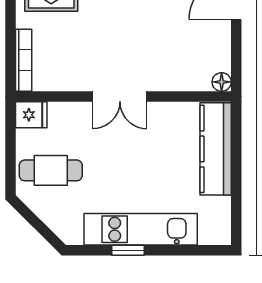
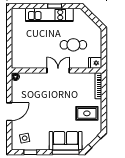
kitchen counter: (216, 149) -> (18, 49), removed
cafe table: (51, 170) -> (73, 45), moved

